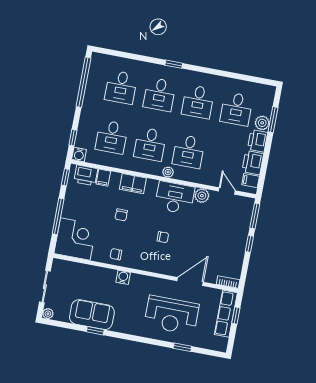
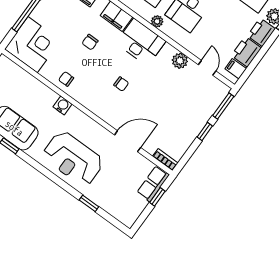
desk: (175, 198) -> (141, 42), moved
row of seats: (226, 314) -> (153, 184), width x0.68
reception desk: (172, 315) -> (73, 159), moved

